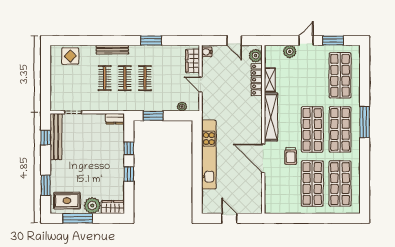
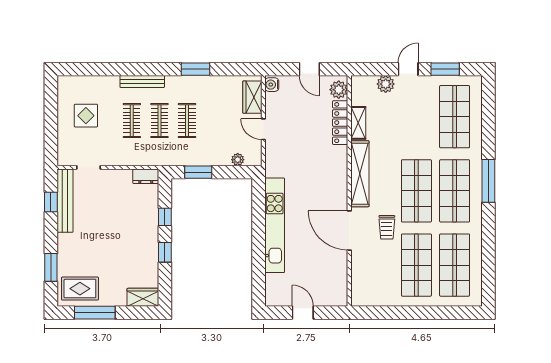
display table: (70, 56) -> (86, 116), moved
plant: (92, 206) -> (115, 295), removed

